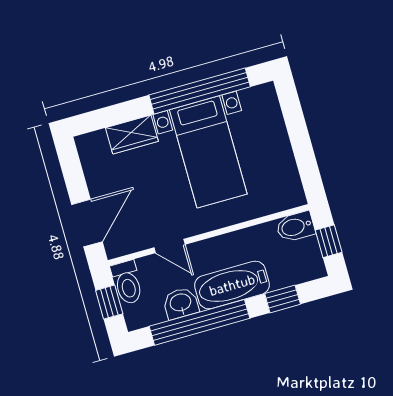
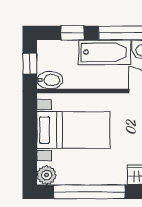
plant: (264, 97) -> (47, 175), added
bed with nightstands: (208, 152) -> (73, 130), moved, turned 90

